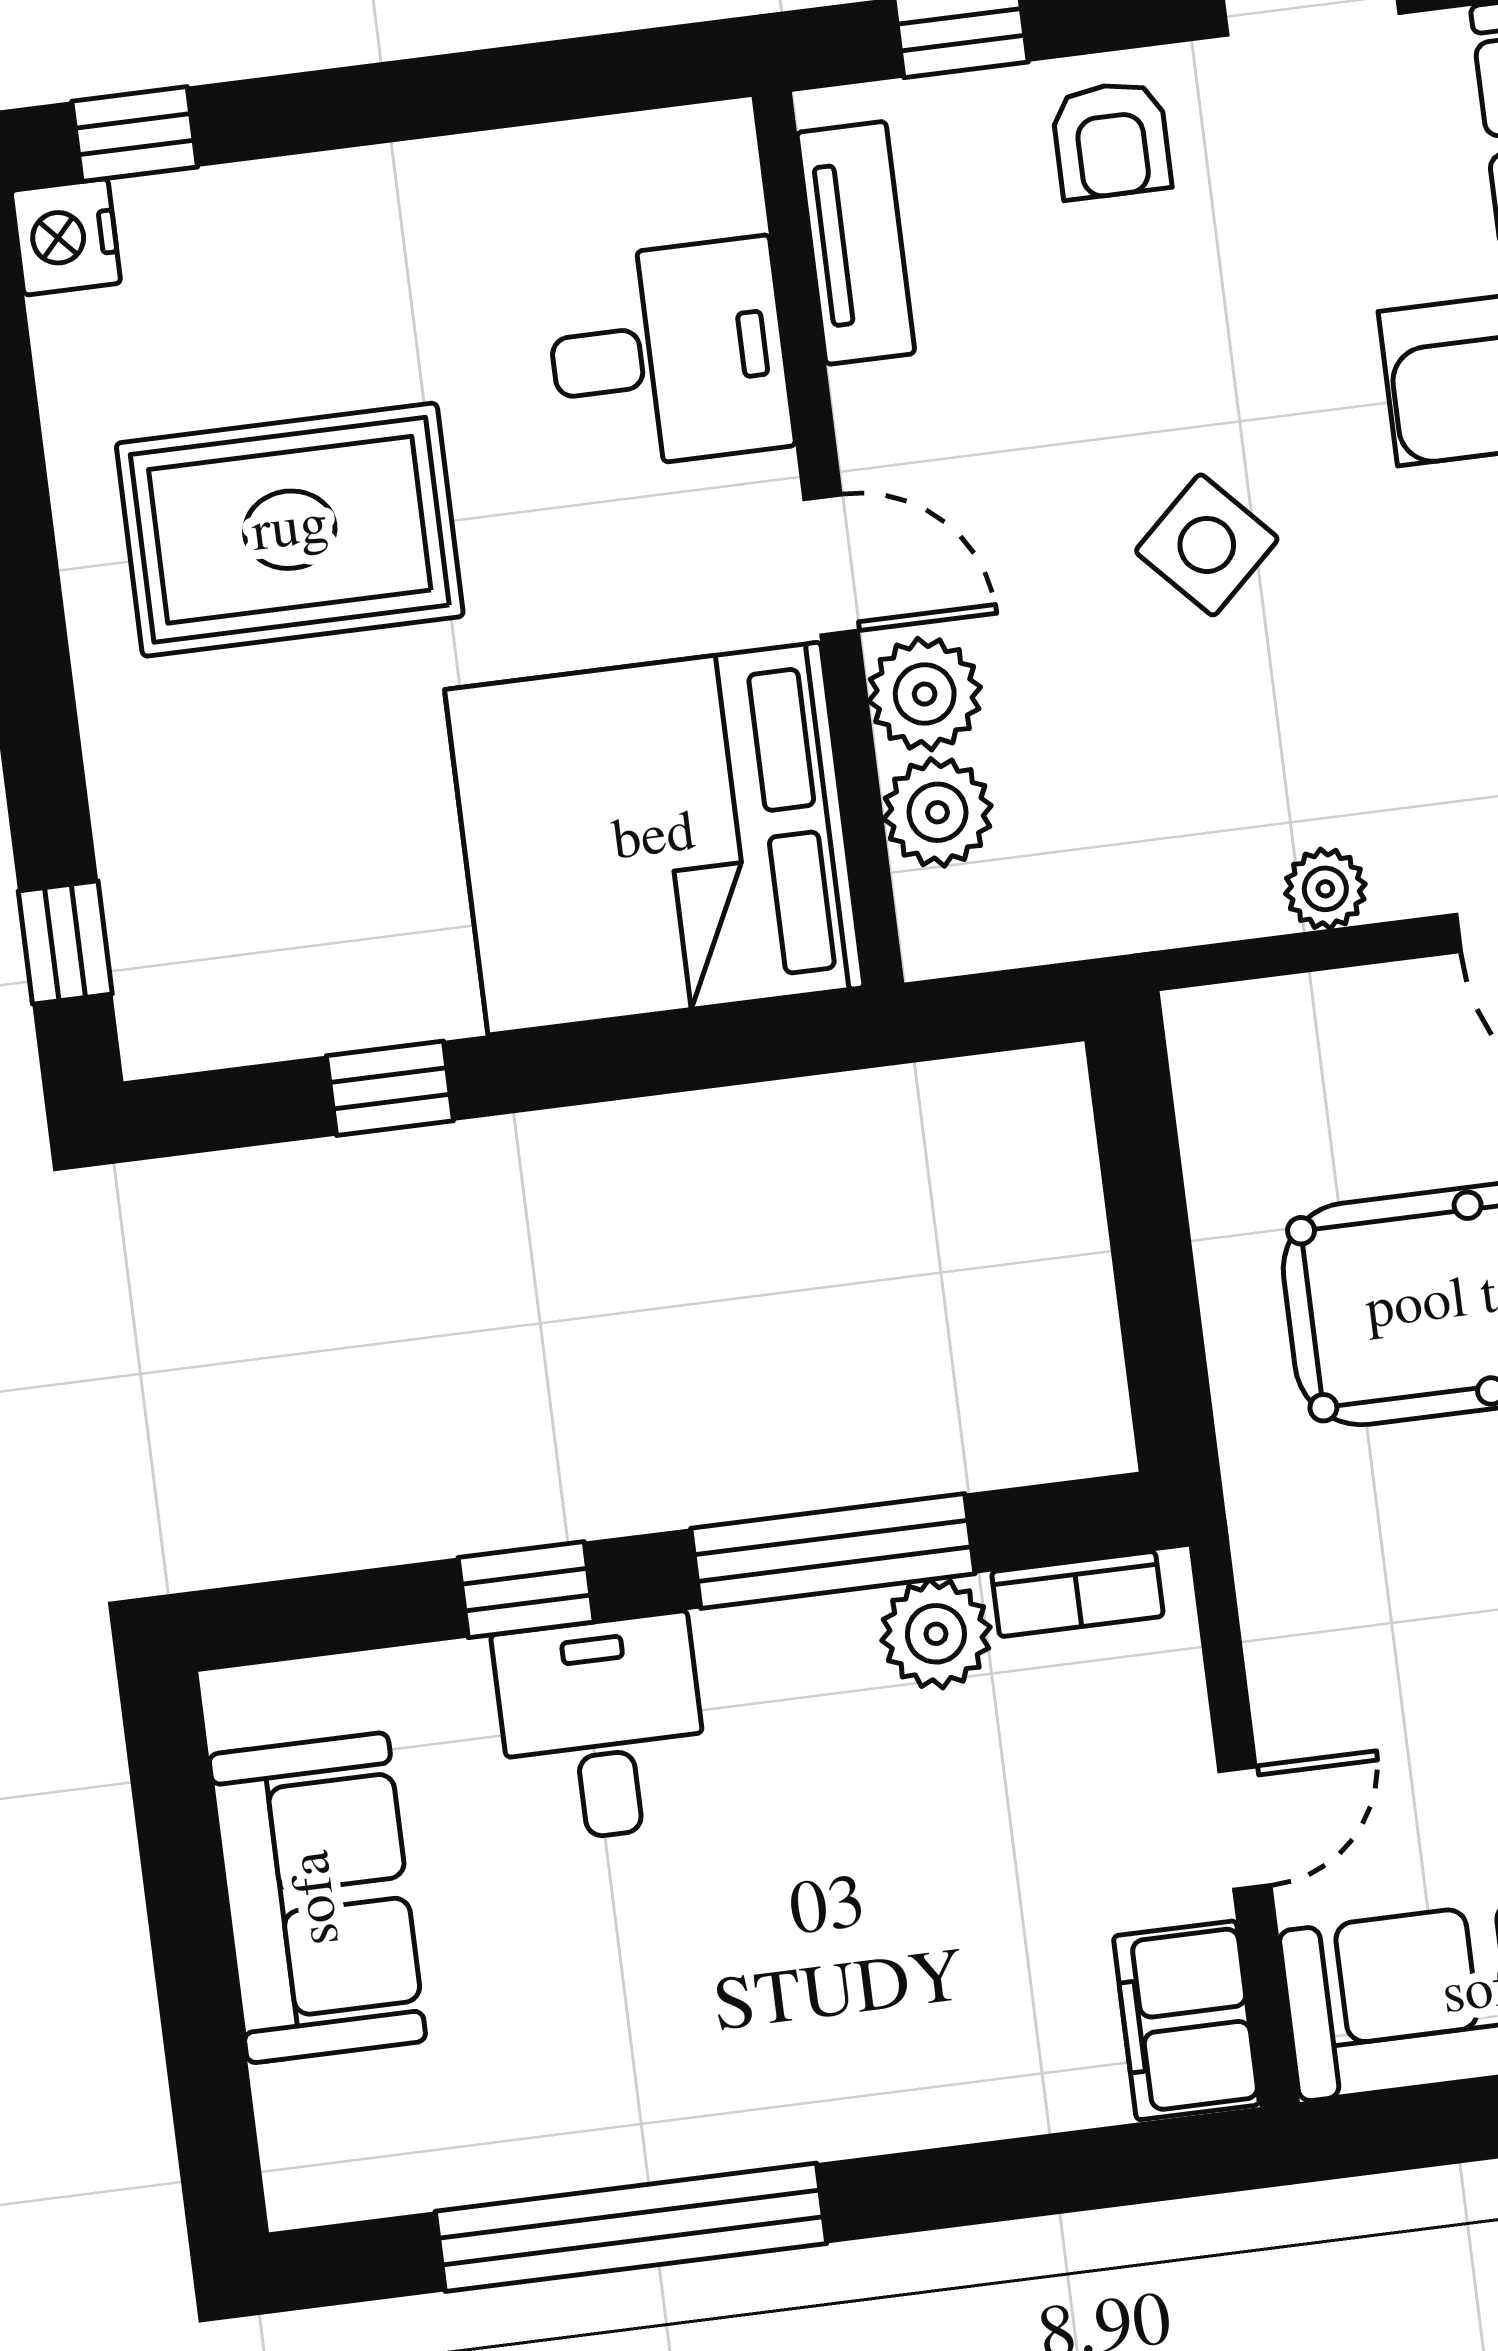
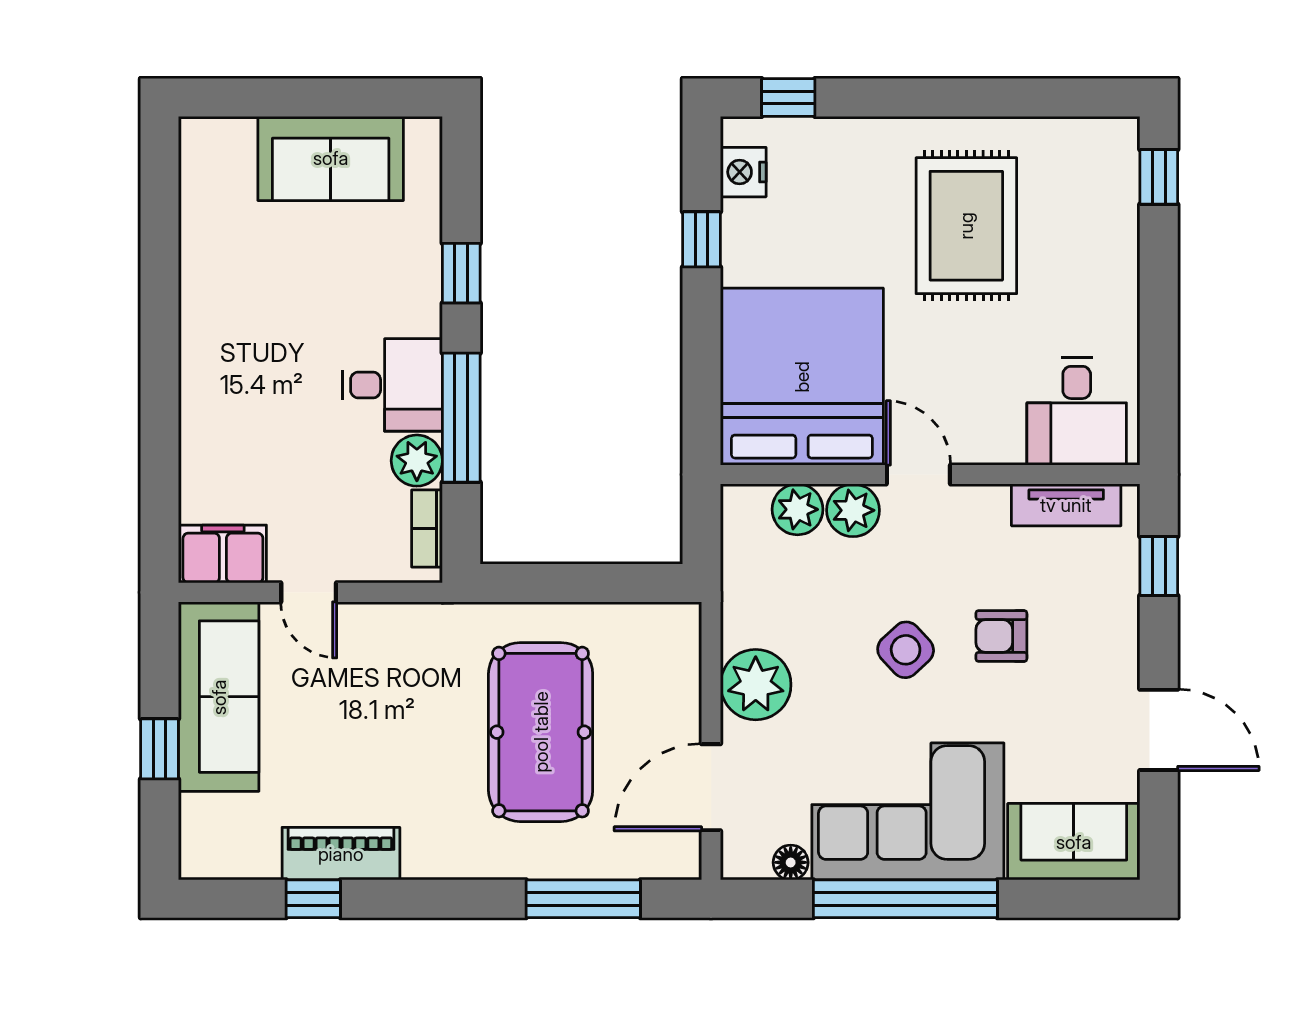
armchair: (1111, 140) -> (1001, 636), moved
nightstand: (66, 237) -> (743, 172), moved, turned -90
desk: (668, 354) -> (1077, 411), moved
door: (831, 565) -> (918, 475), swing flipped
plant: (1325, 889) -> (756, 685), width x1.88, depth x1.88
desk: (602, 1728) -> (392, 385), moved
window: (631, 2227) -> (160, 284), removed

